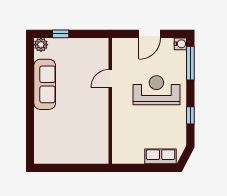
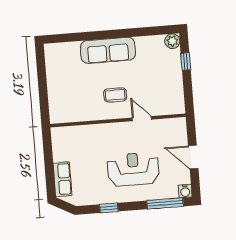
sofa: (45, 84) -> (108, 50), moved
reception desk: (156, 90) -> (133, 169), turned -90
coffee table: (86, 101) -> (115, 95), added

